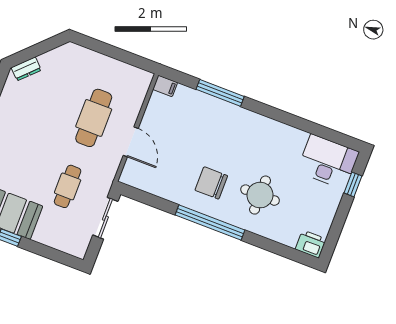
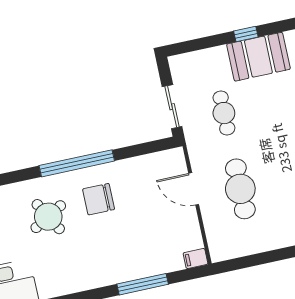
chair: (211, 183) -> (98, 199), turned 180
round table: (260, 195) -> (48, 217), turned -30

